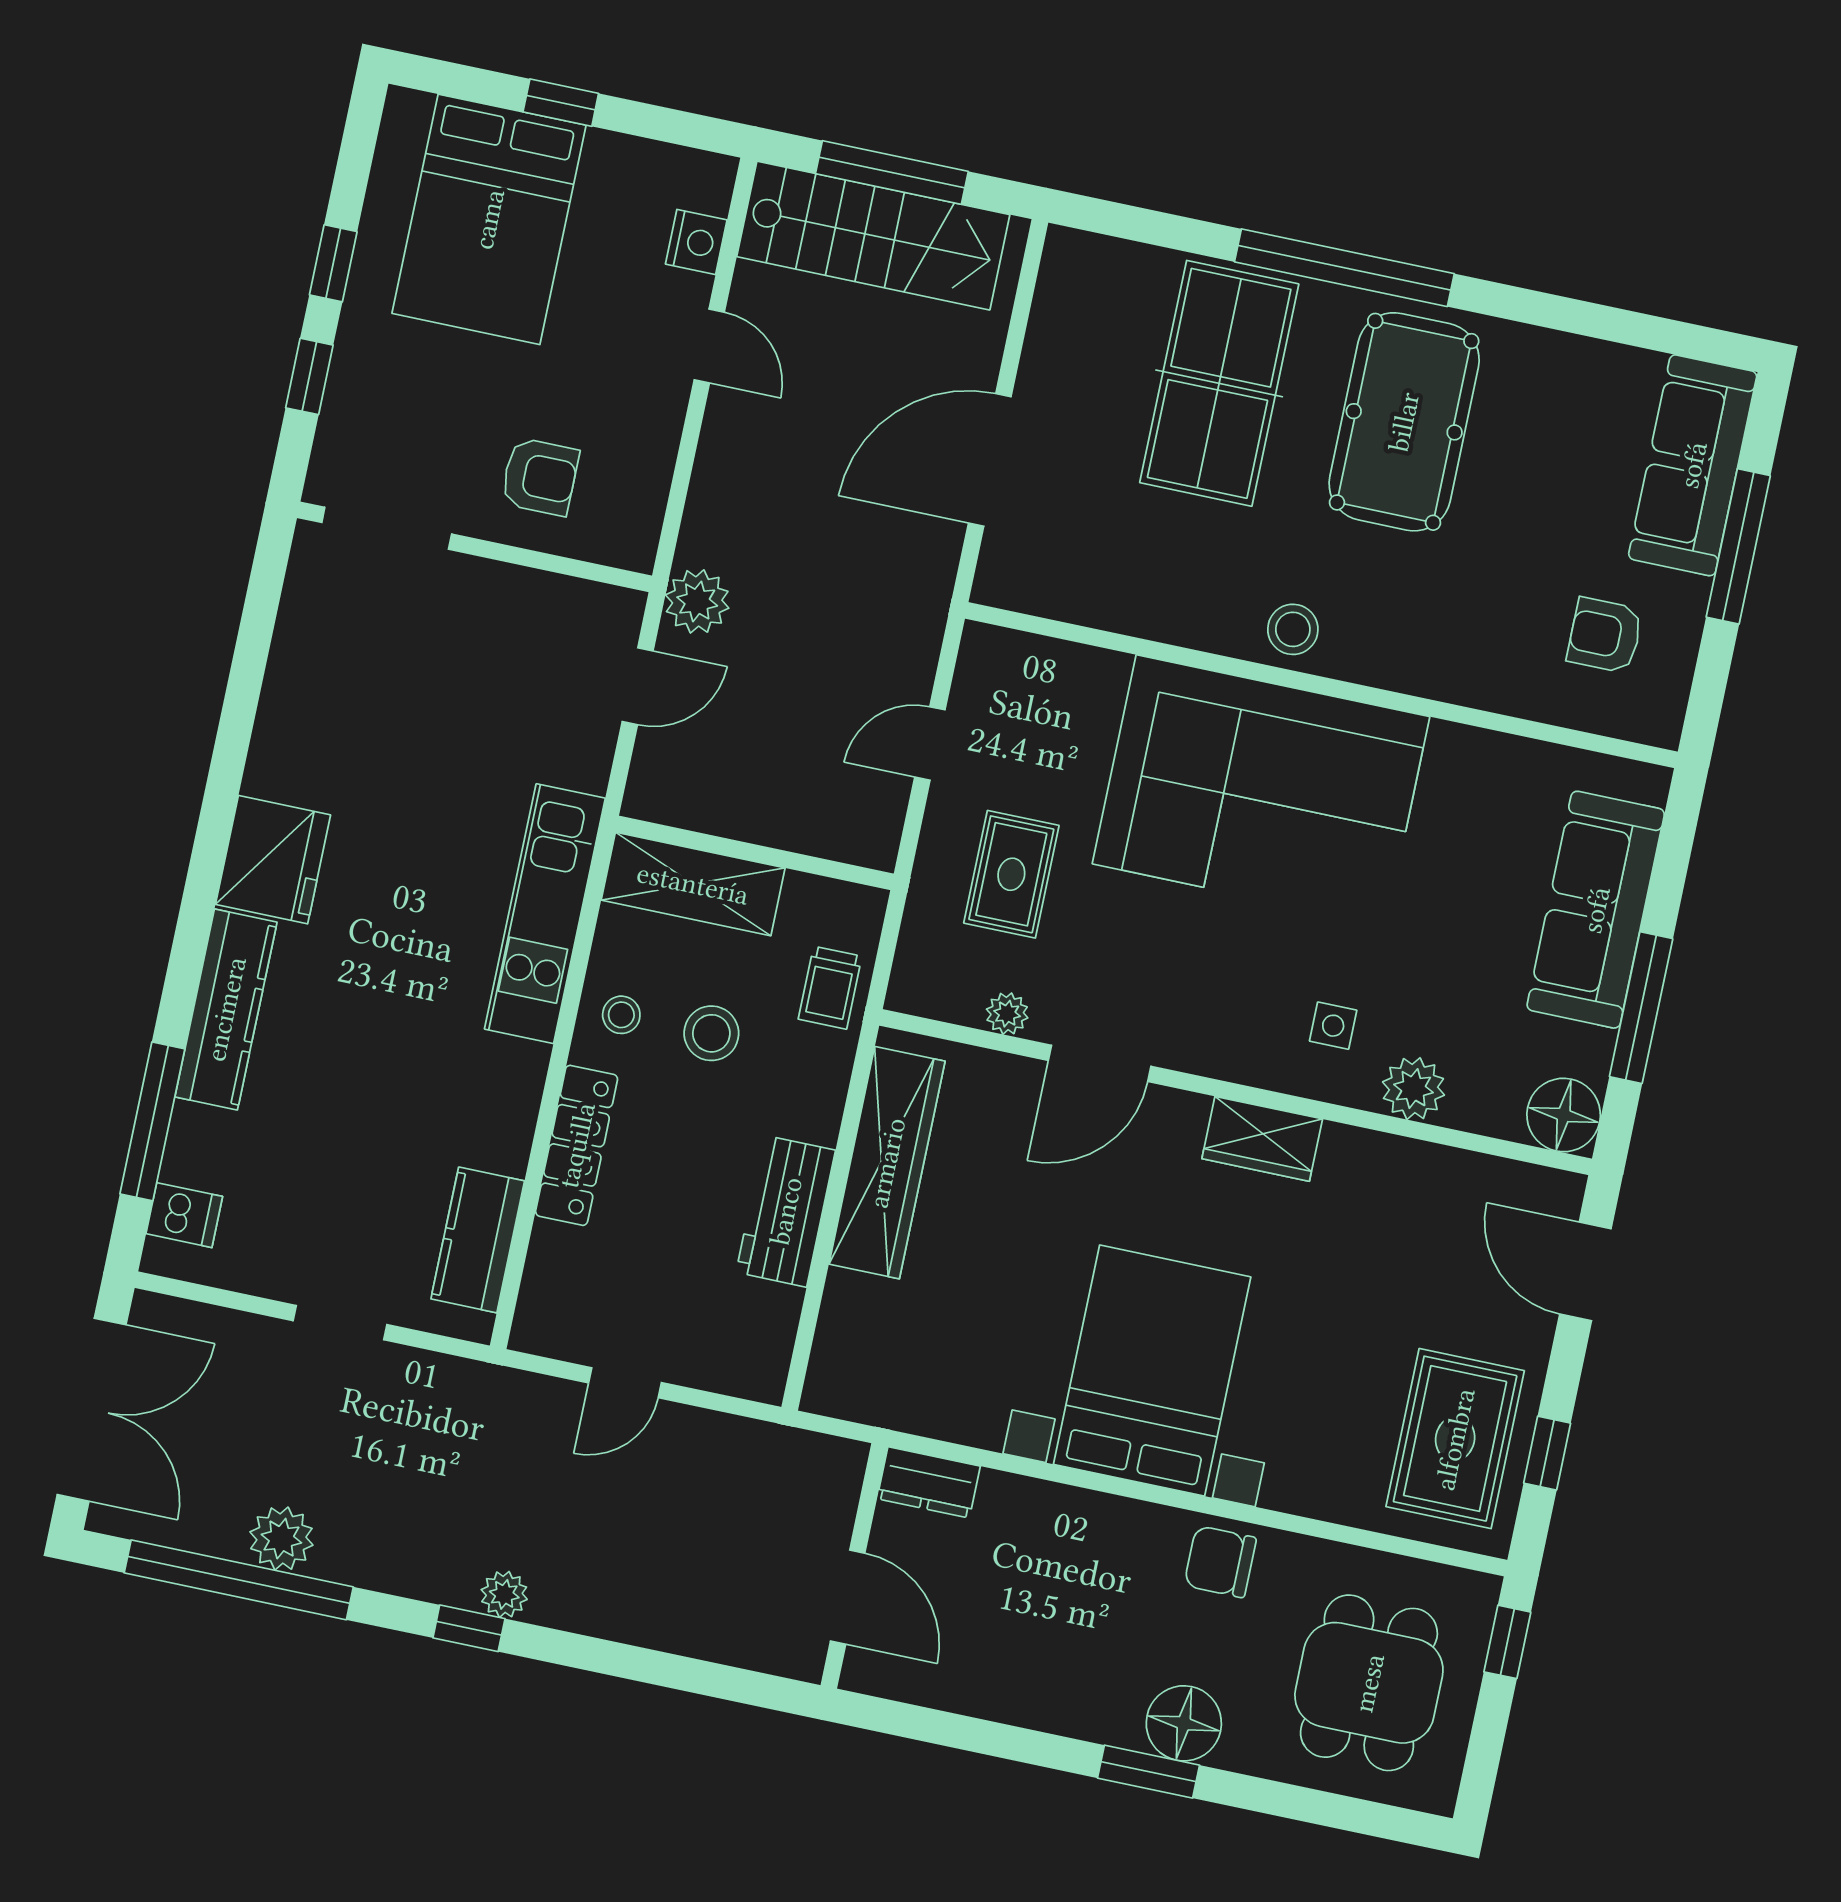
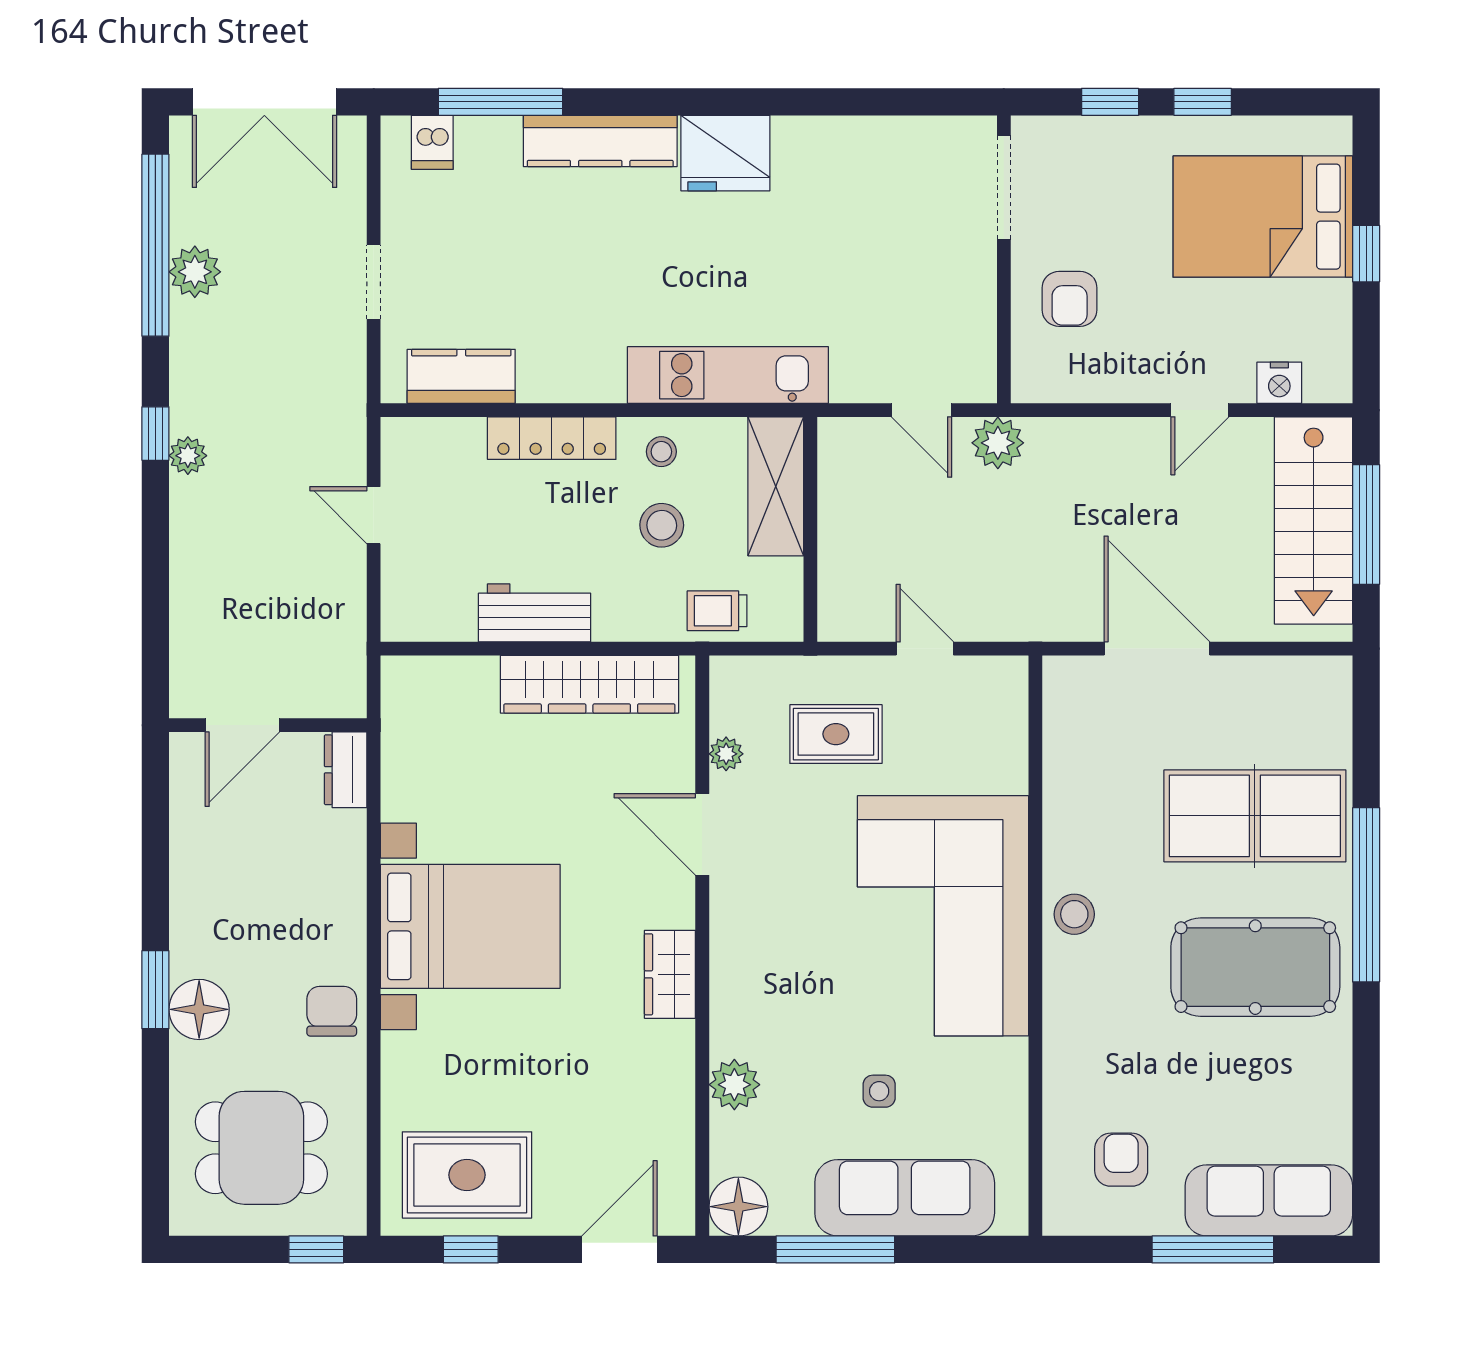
side table: (1333, 1026) -> (879, 1091), moved

